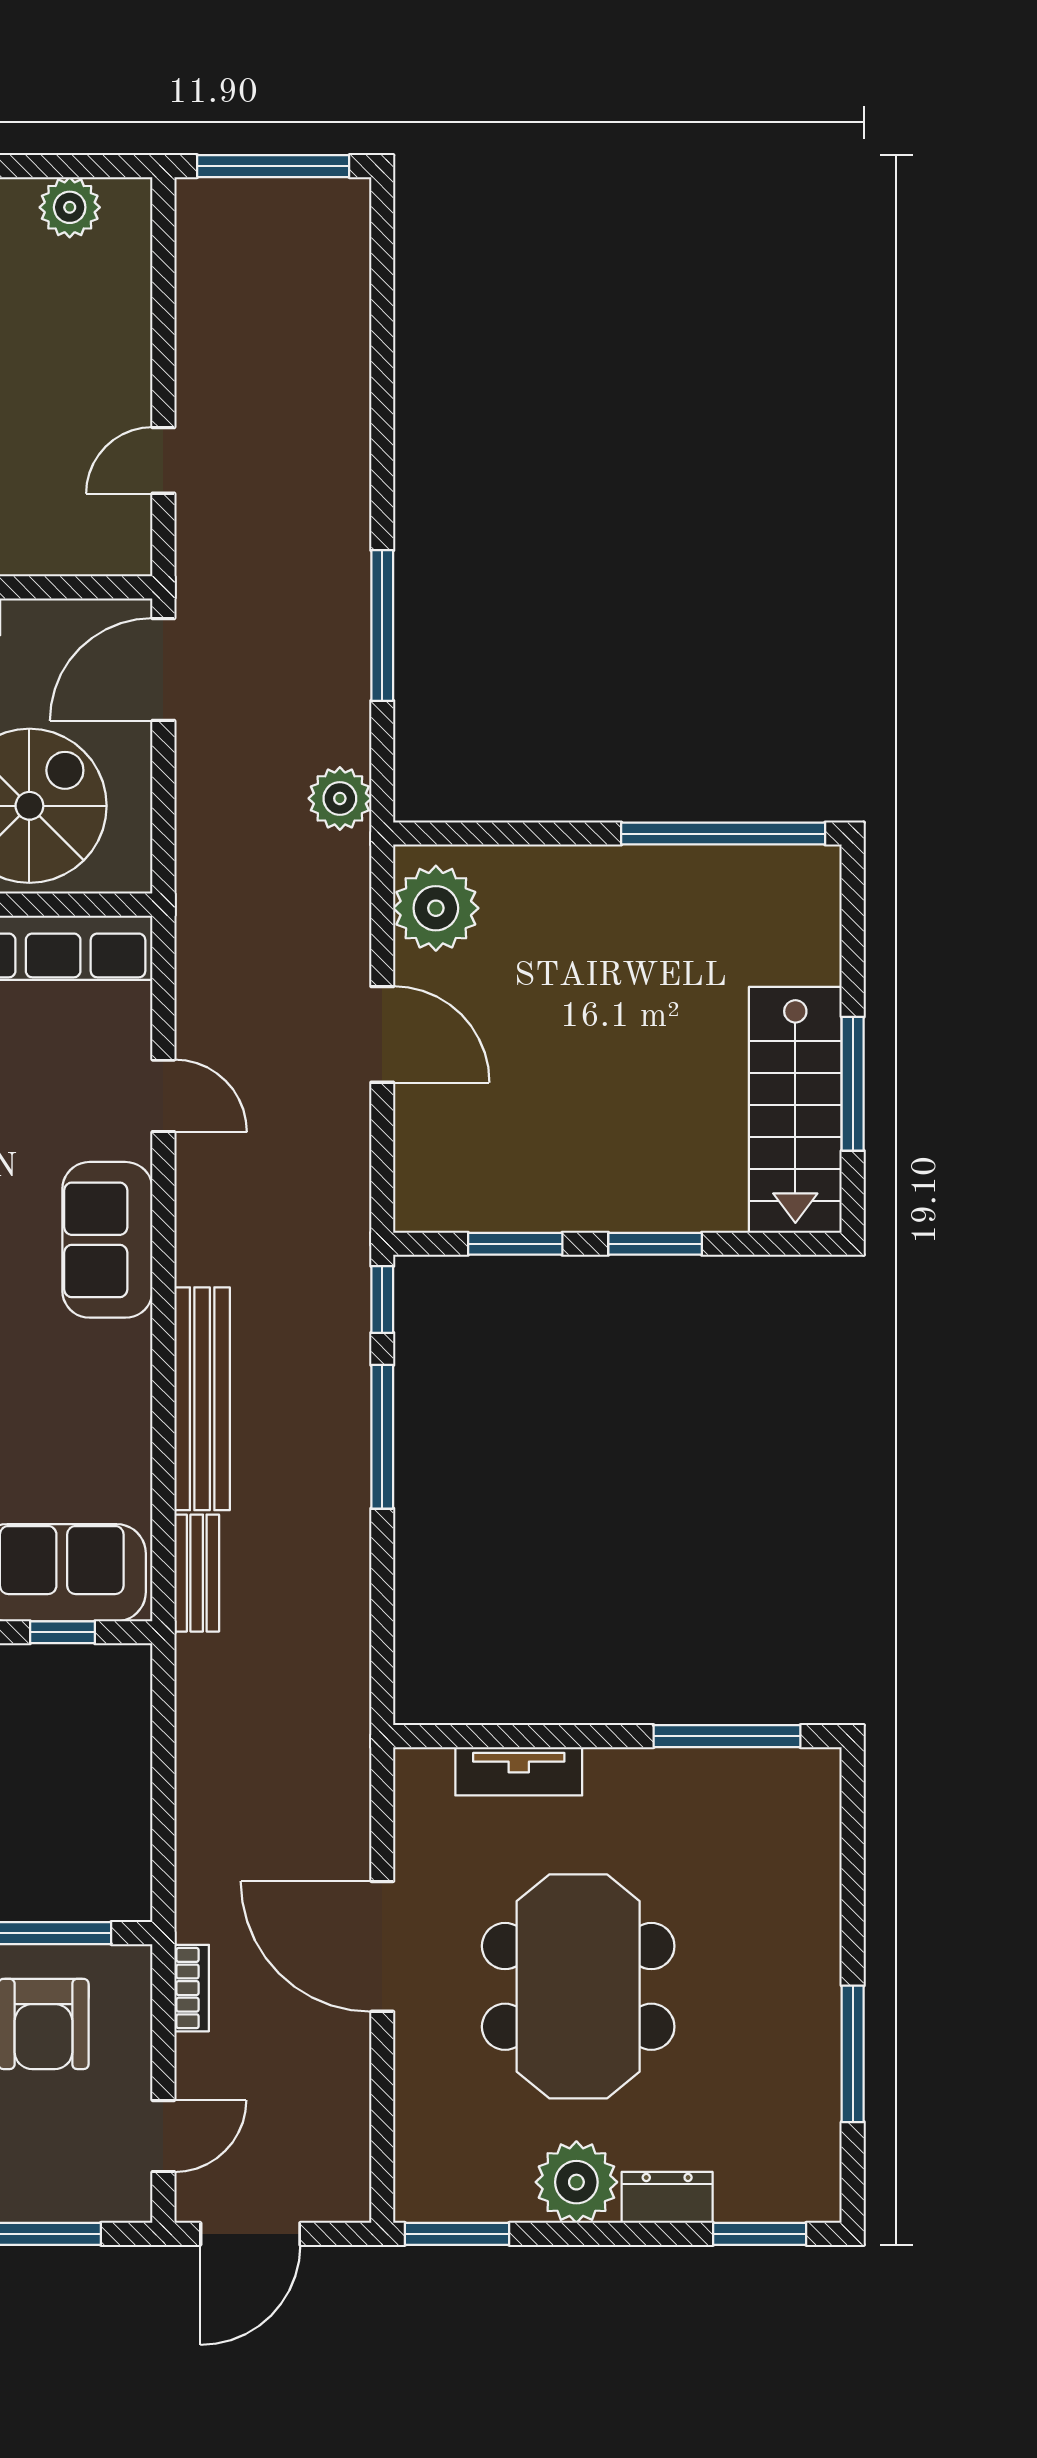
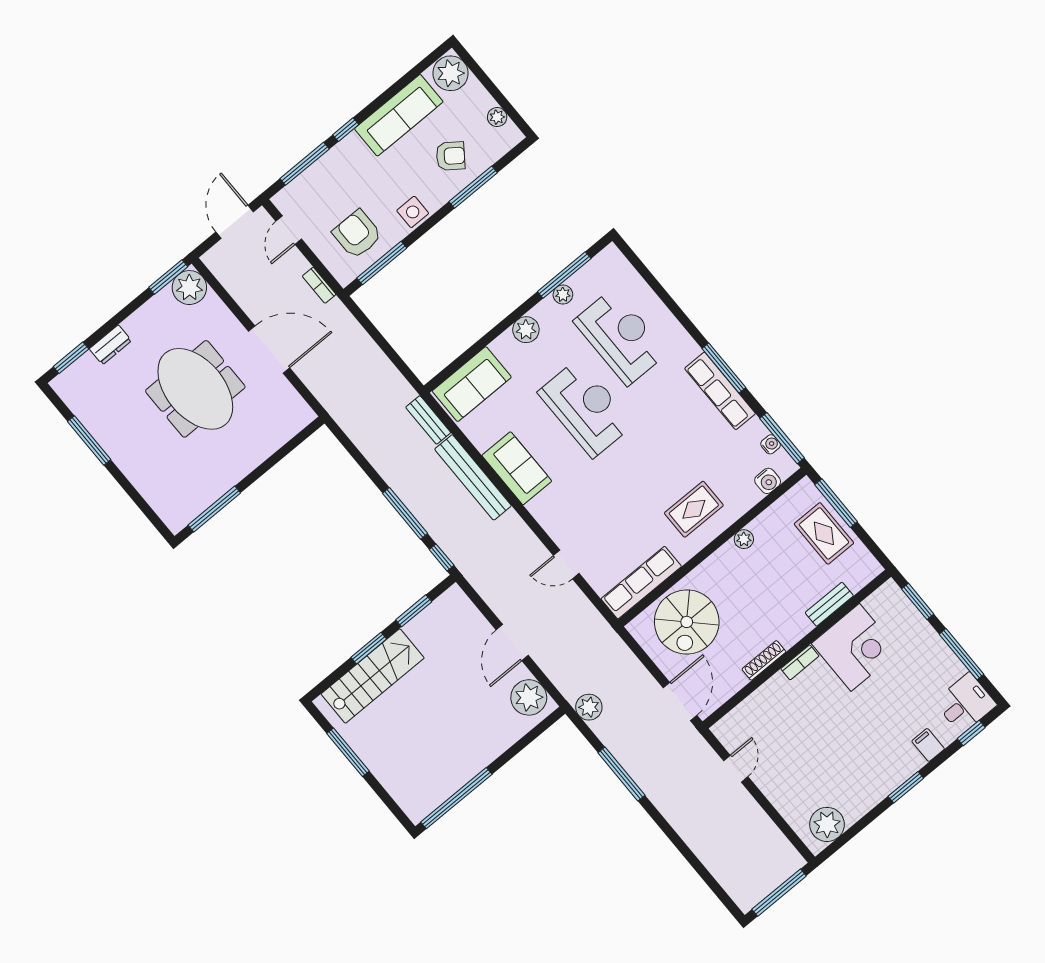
plant: (70, 207) -> (827, 824), width x1.36, depth x1.36
door: (382, 1034) -> (512, 643), hinge flipped
stairs: (795, 1110) -> (373, 676), moved, turned 90
sofa: (107, 1240) -> (517, 468), moved
window: (62, 1632) -> (456, 365), removed
tv unit: (519, 1771) -> (272, 442), removed
plant: (576, 2182) -> (189, 288), moved

